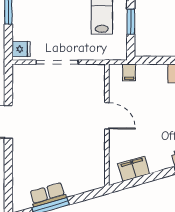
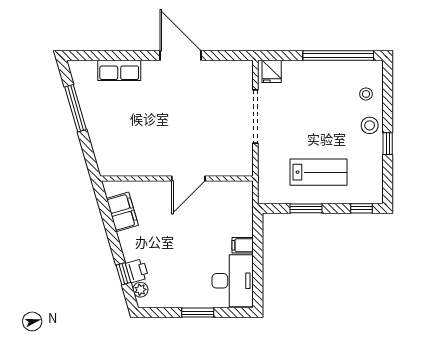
filing cabinet: (129, 72) -> (243, 245), moved
row of seats: (48, 195) -> (119, 70), moved, turned 106

